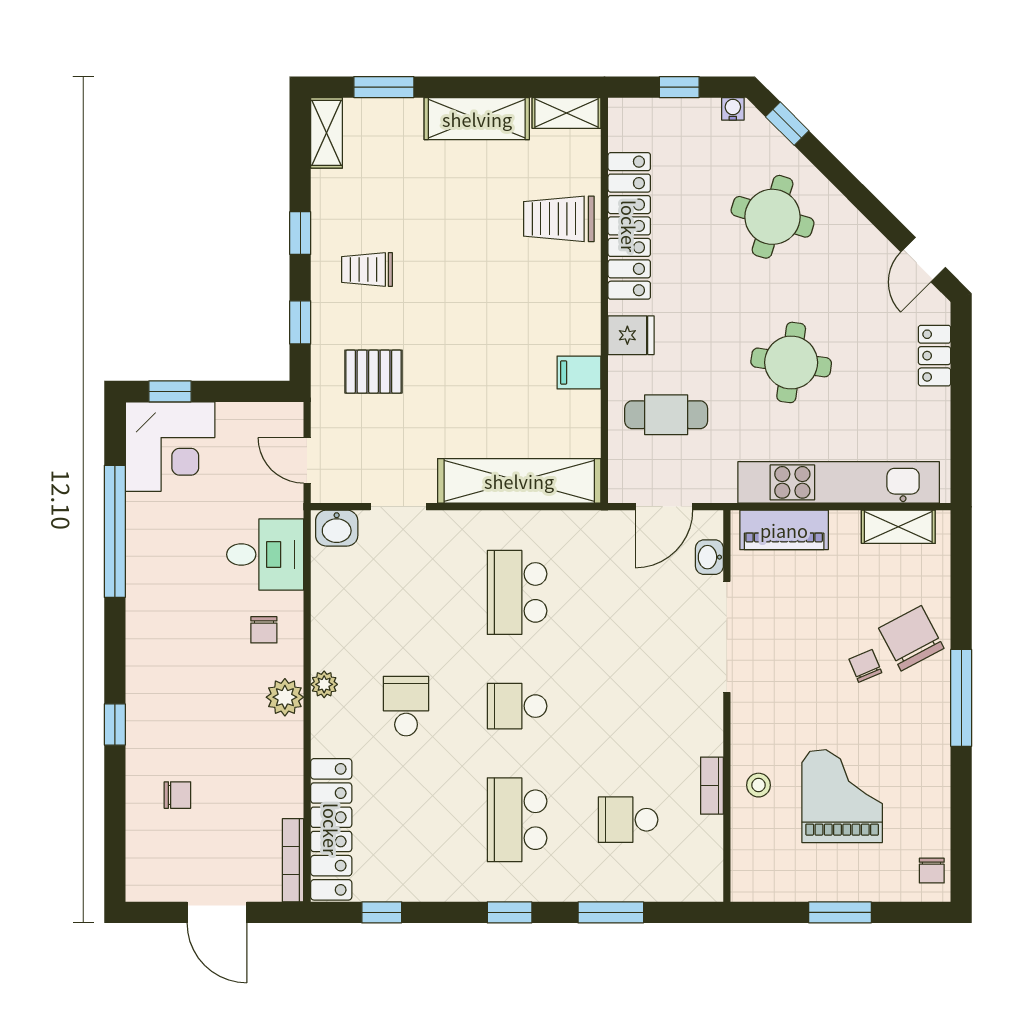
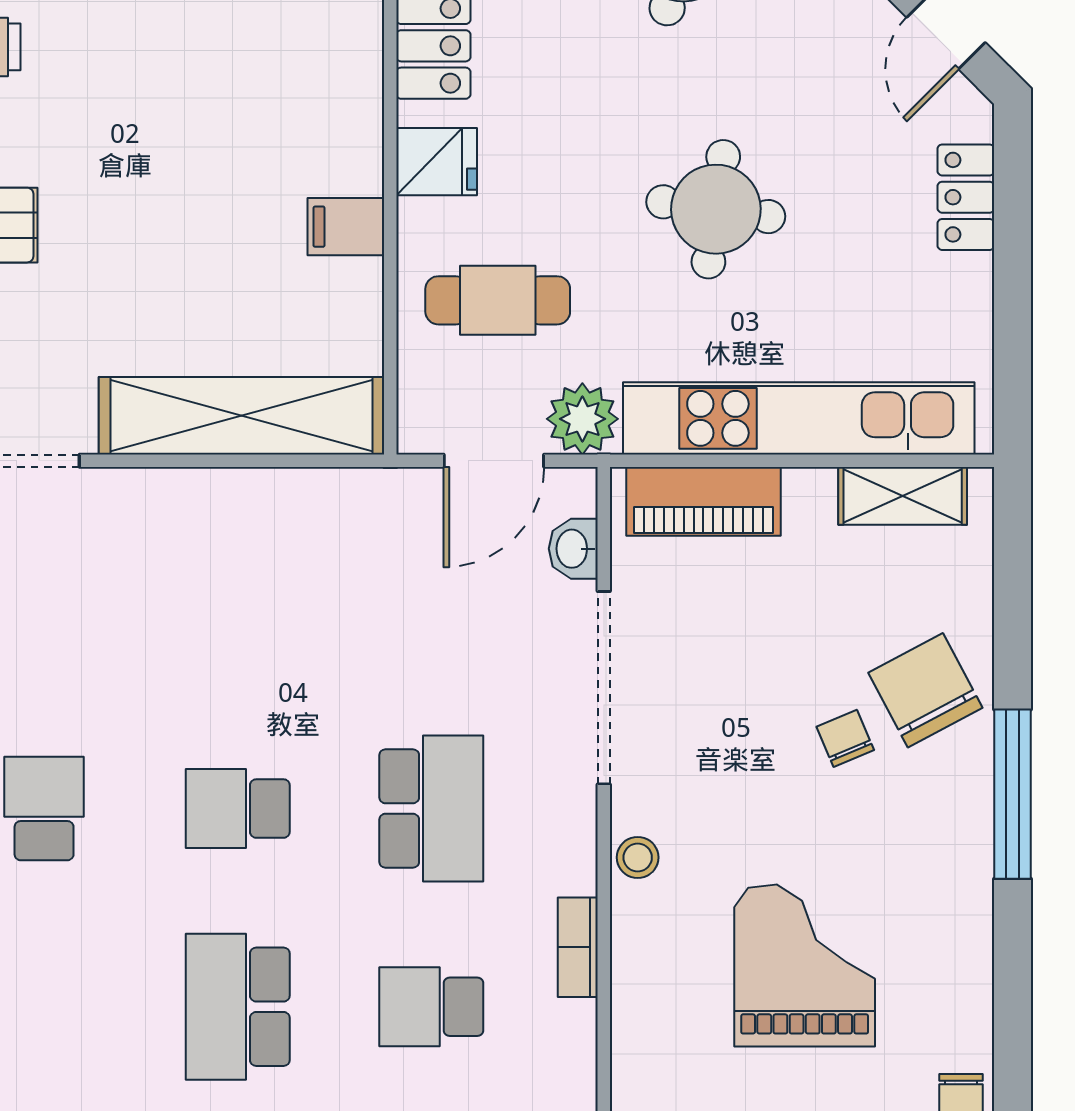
plant: (715, 483) -> (582, 419), added
school desk: (517, 592) -> (431, 809), moved, turned 180
stool: (759, 785) -> (638, 857), moved

